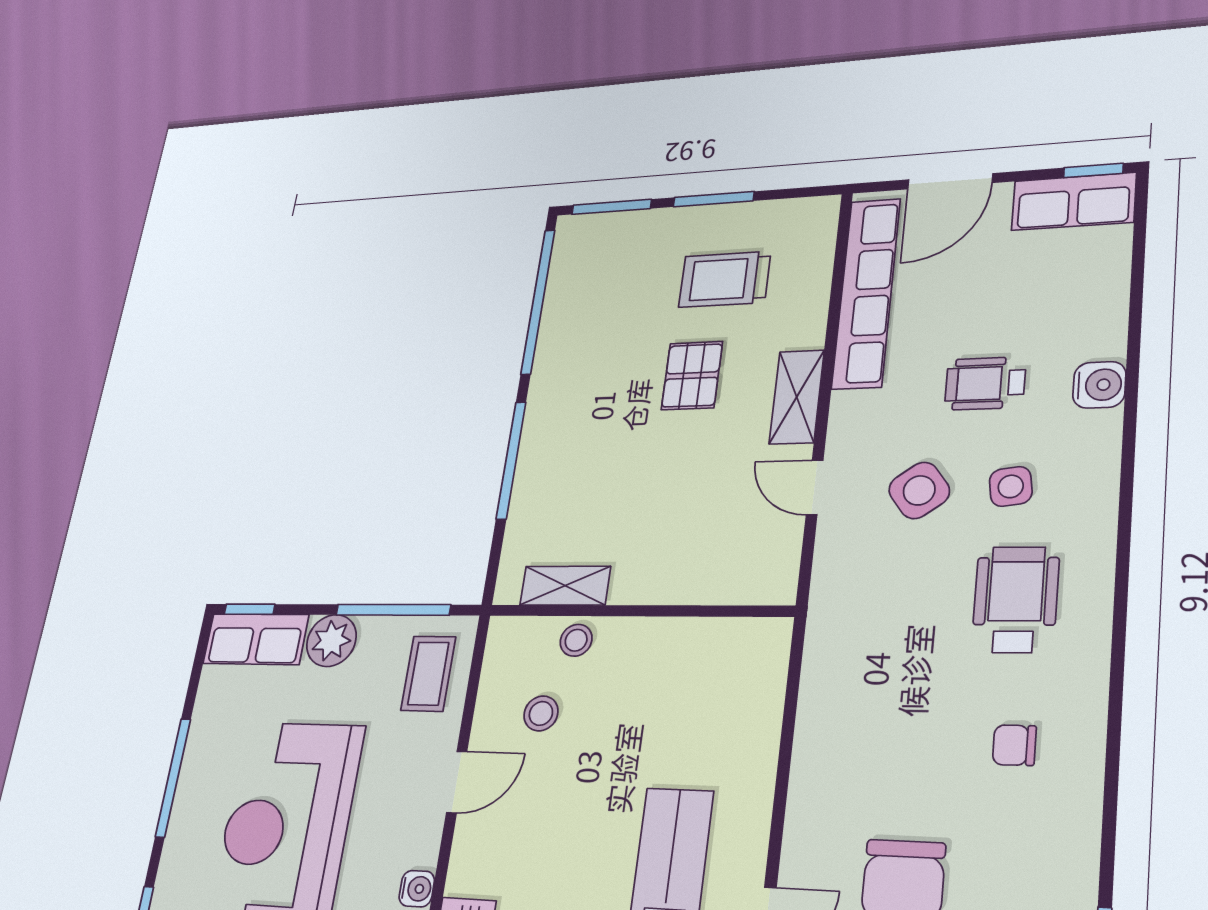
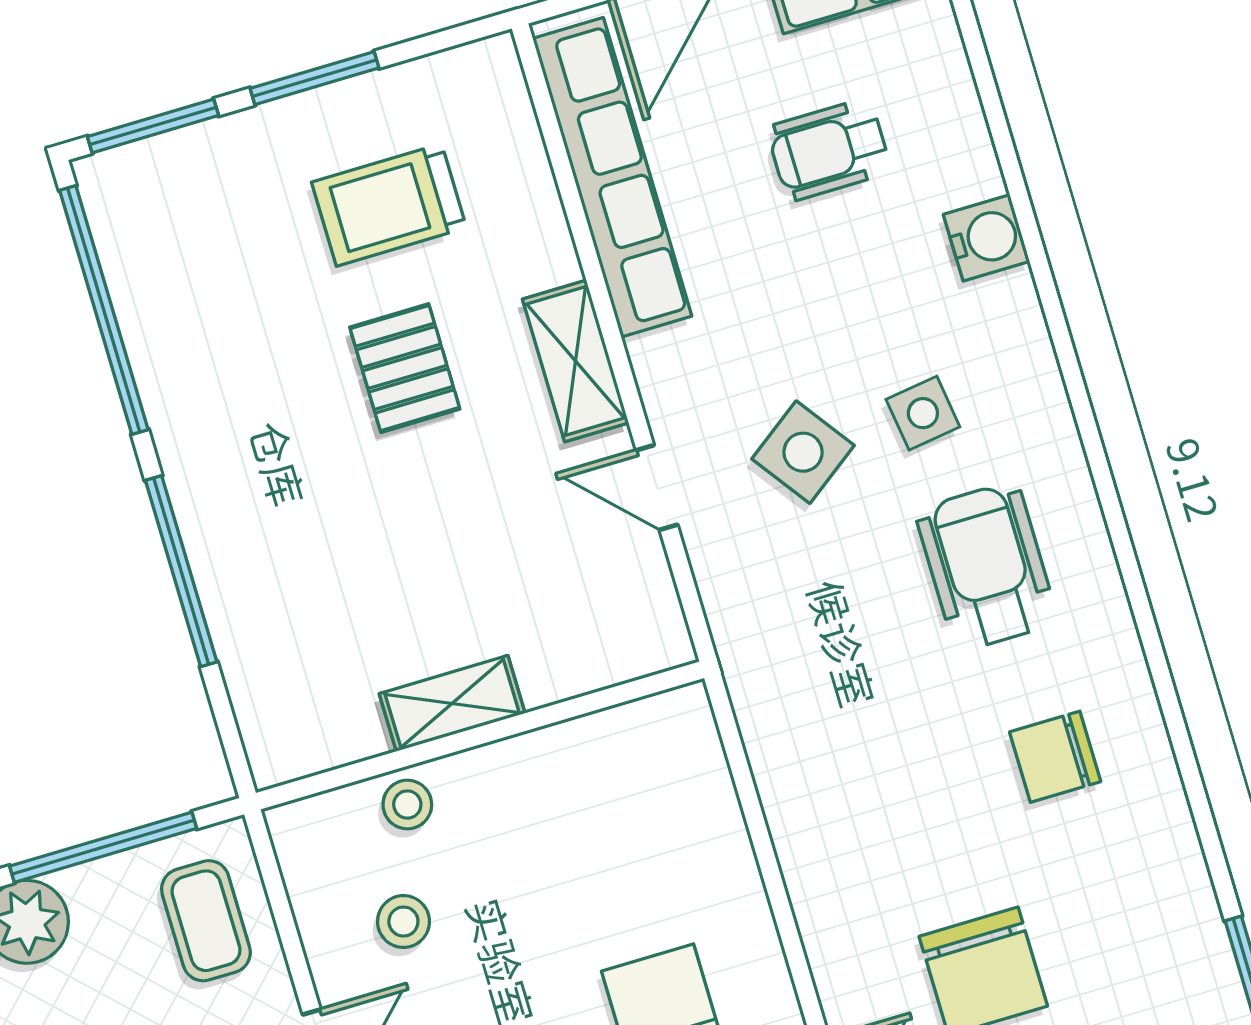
wheelchair: (985, 383) -> (829, 150), moved
shelving: (565, 586) -> (452, 703), moved
chair: (1014, 745) -> (1055, 757), width x1.37, depth x1.37

